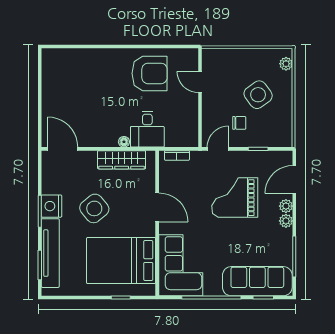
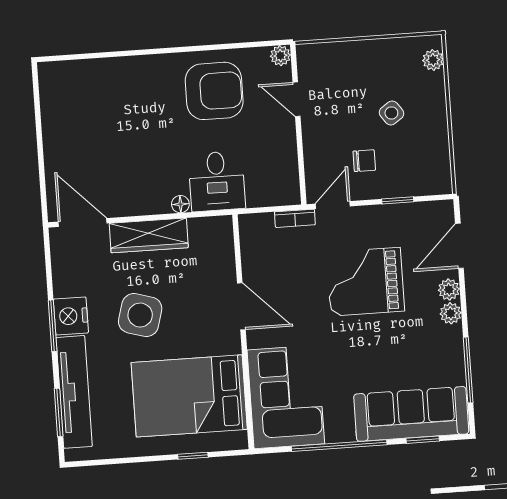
plant: (192, 54) -> (280, 56), added
side table: (258, 95) -> (391, 113), width x0.54, depth x0.54
bookcase: (177, 155) -> (295, 218), moved
wardrobe: (122, 160) -> (149, 235), moved
side table: (94, 208) -> (140, 315), turned -34

